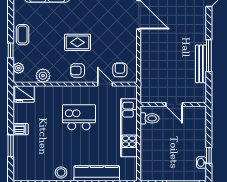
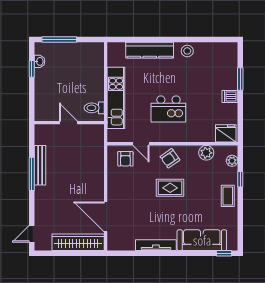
armchair: (78, 70) -> (170, 158), turned 145

